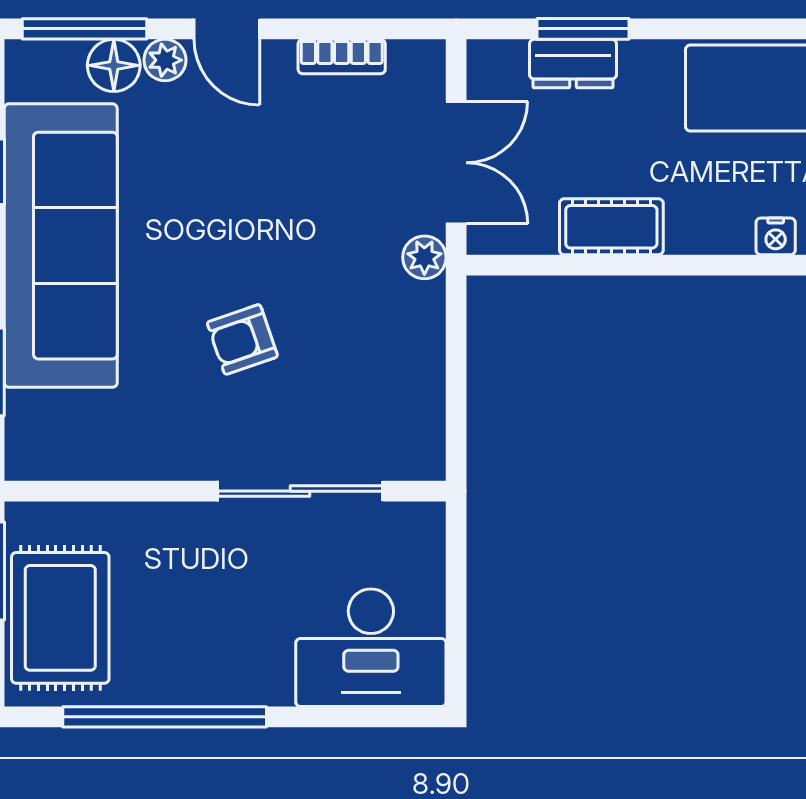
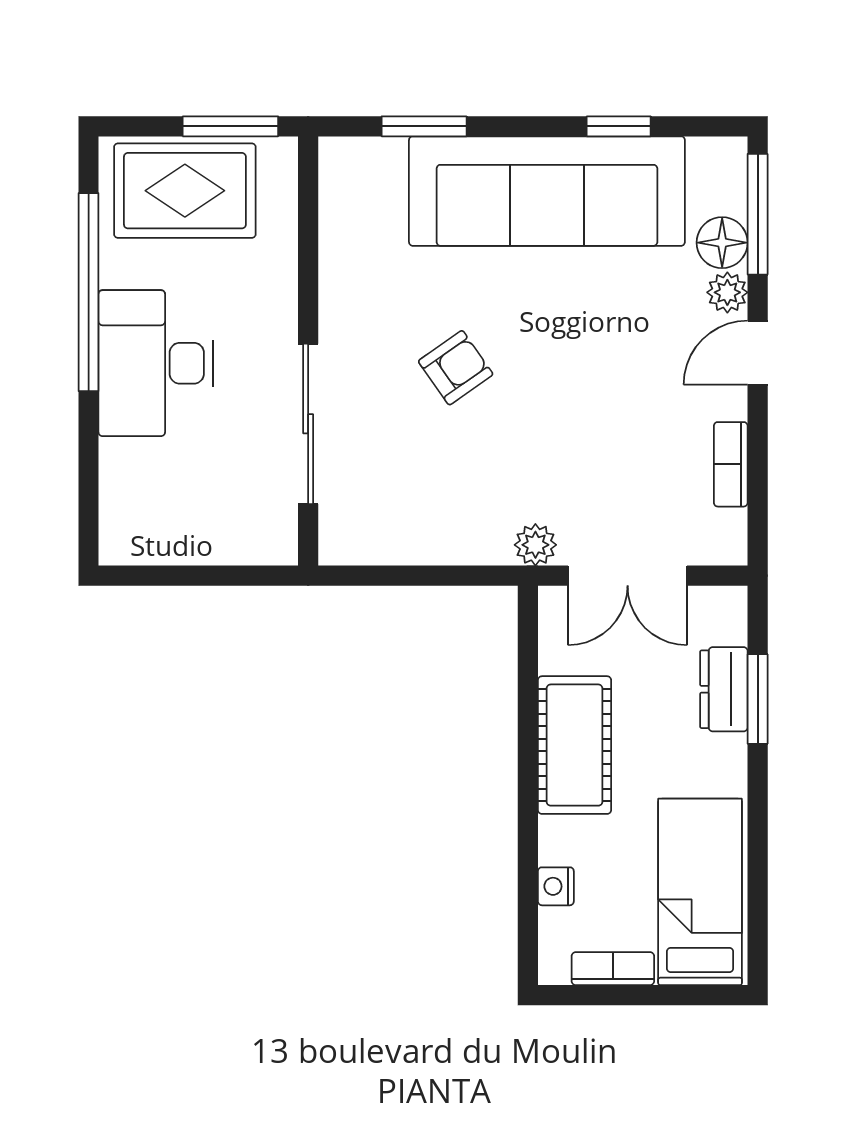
cot: (611, 227) -> (575, 745), width x1.37, depth x1.34
armchair: (242, 339) -> (456, 368), turned 74
desk: (371, 648) -> (156, 363), moved

